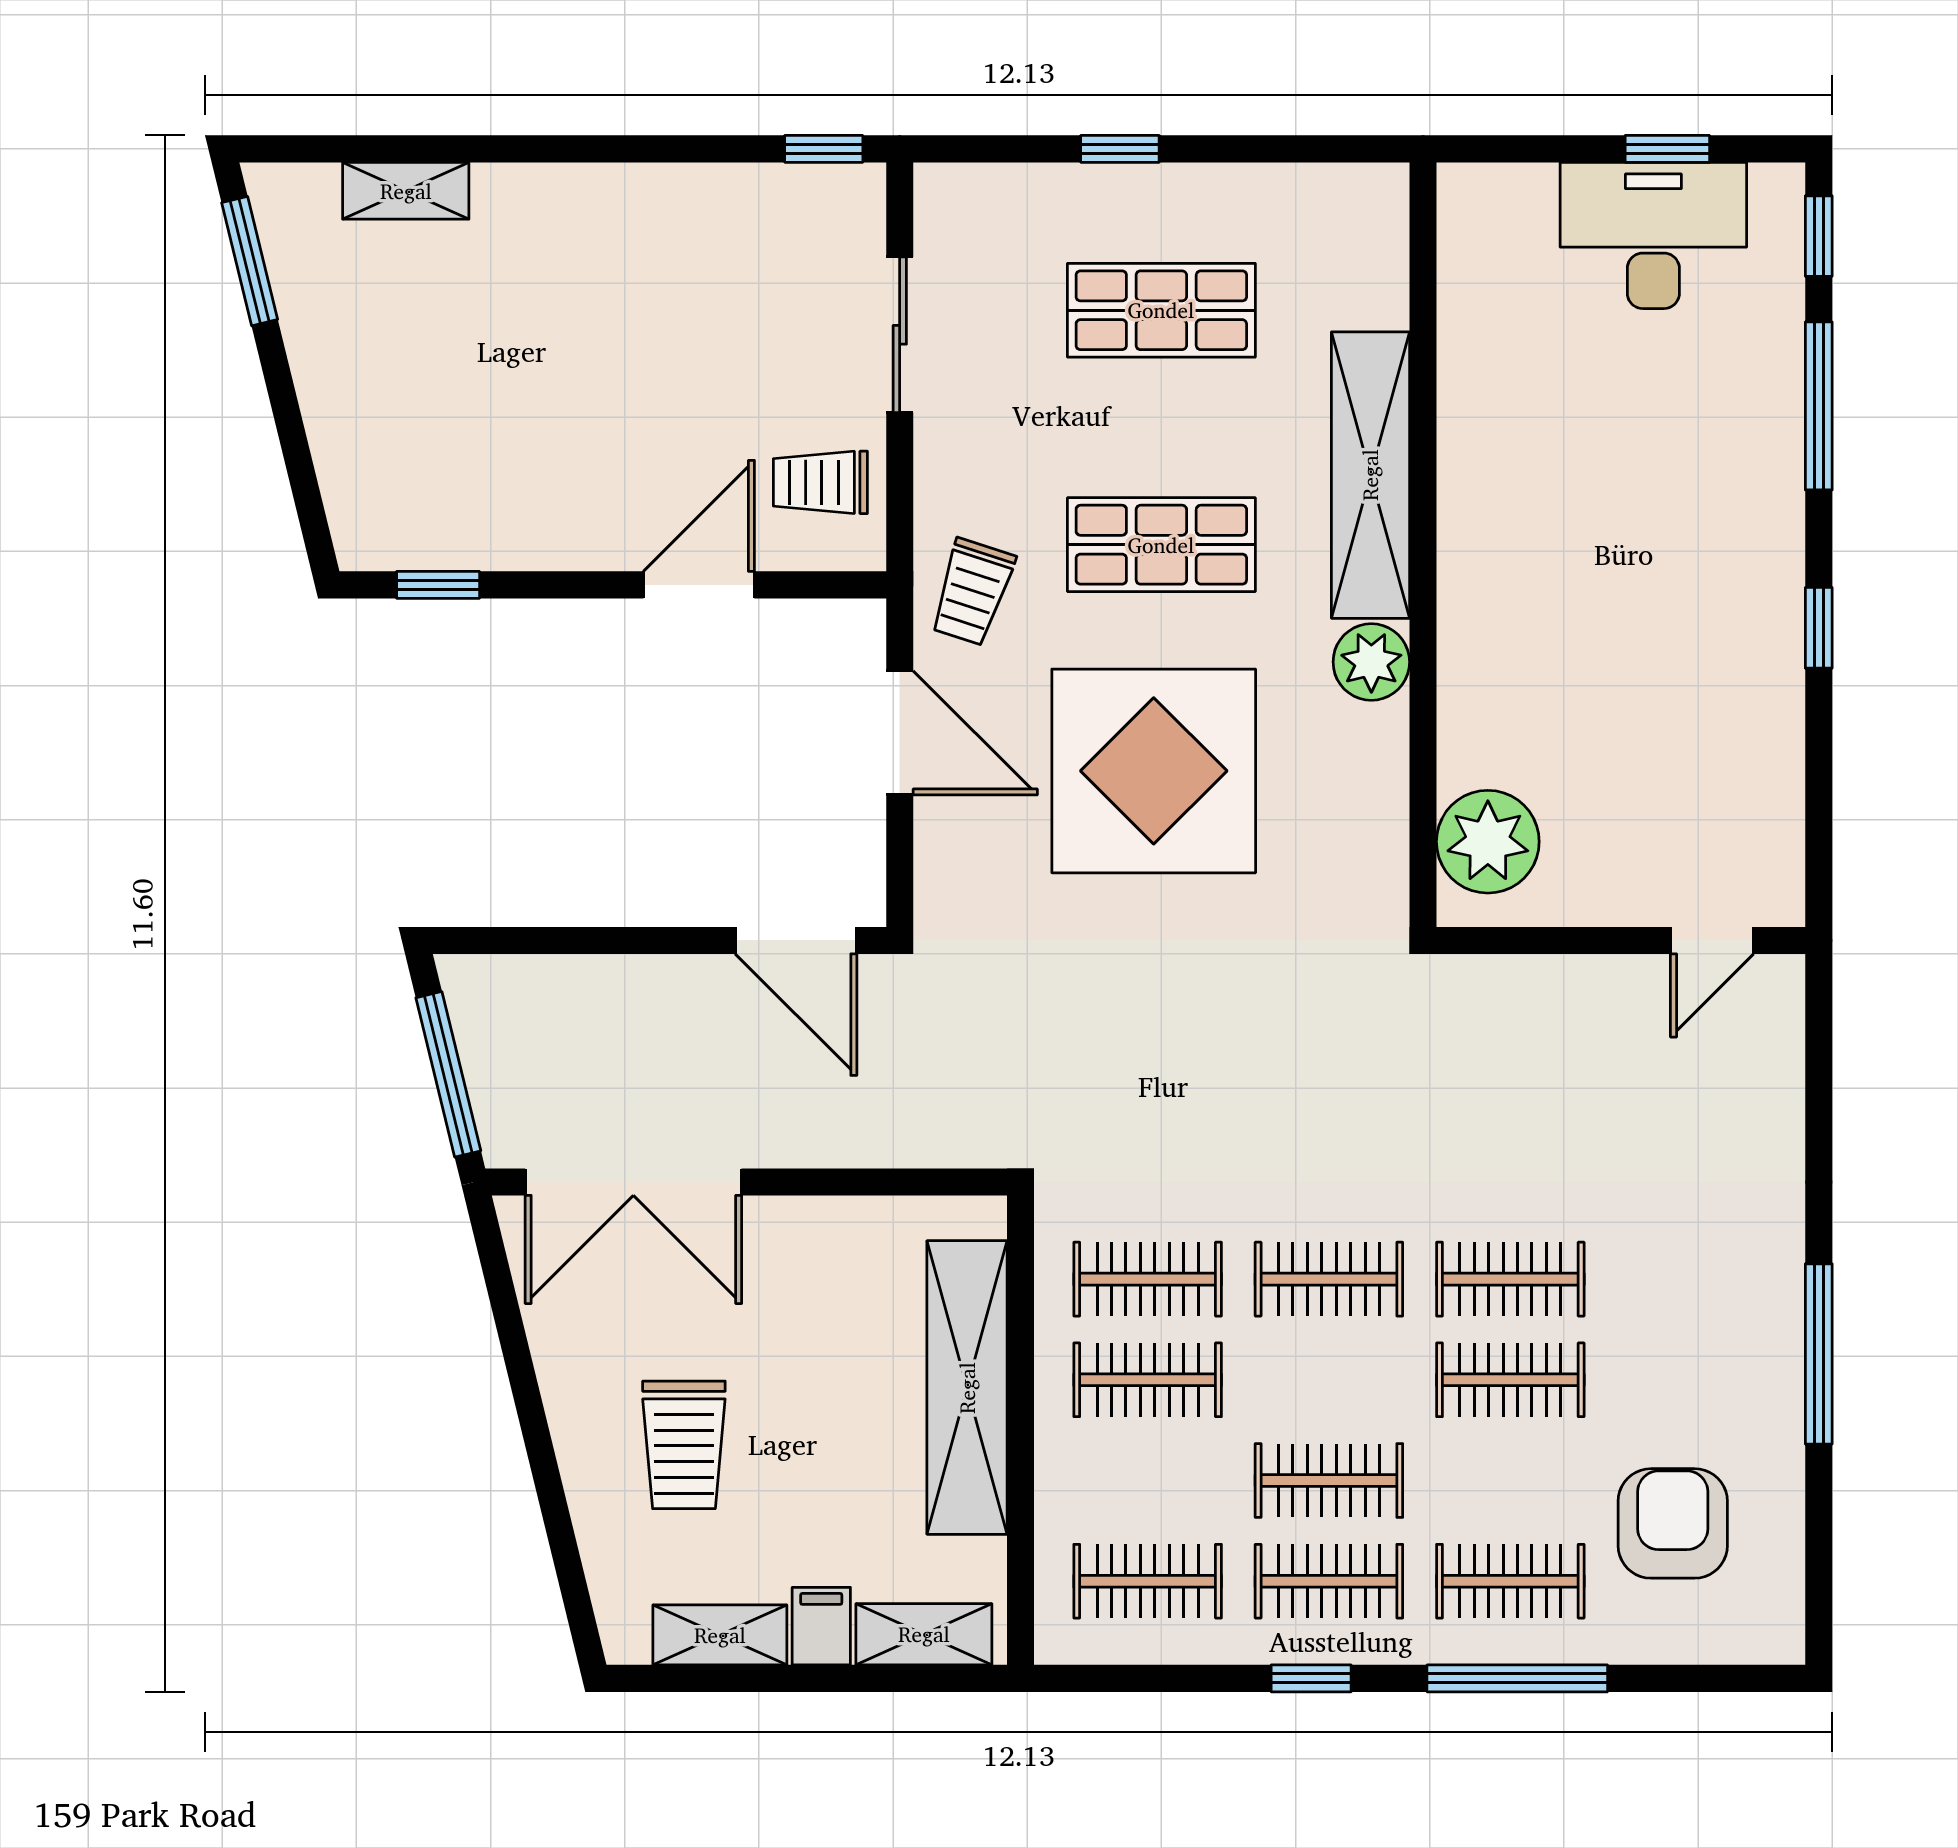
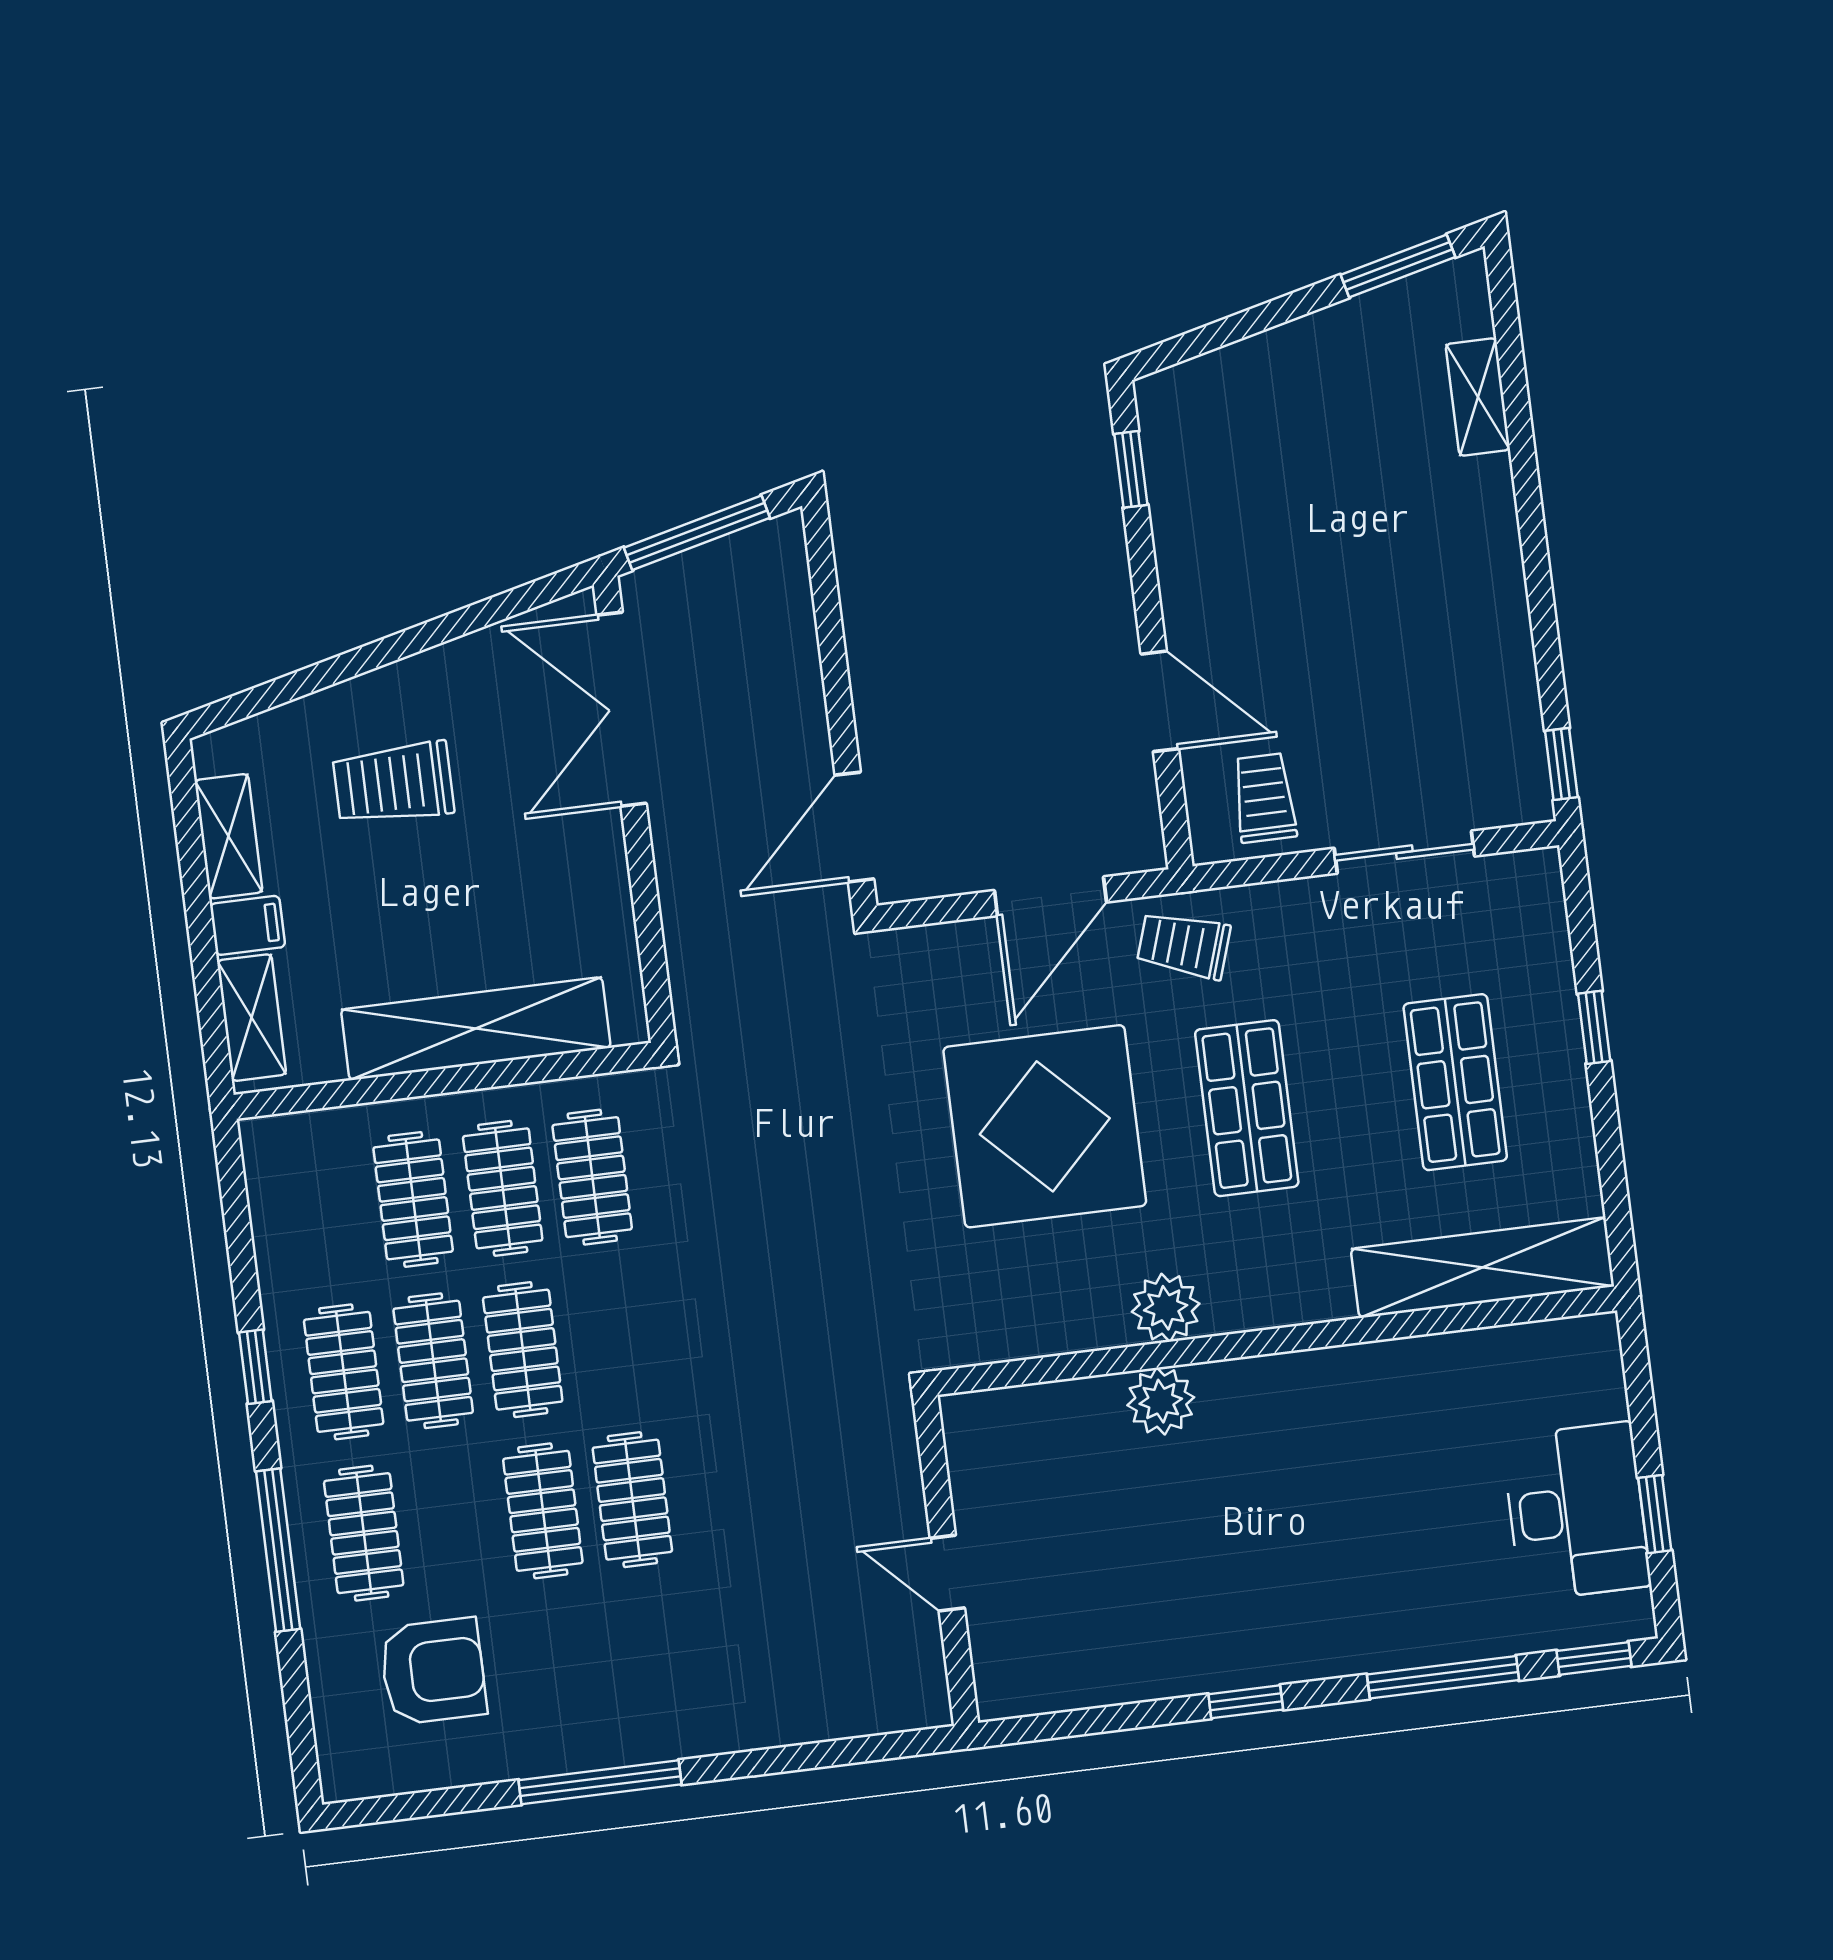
shelving: (1370, 475) -> (1483, 1268), moved
plant: (1488, 842) -> (1161, 1401), moved, width x0.73, depth x0.73
door: (1712, 940) -> (947, 1573), moved
clothes rail: (1329, 1279) -> (523, 1350), moved
clothes rail: (1148, 1581) -> (413, 1199), moved

